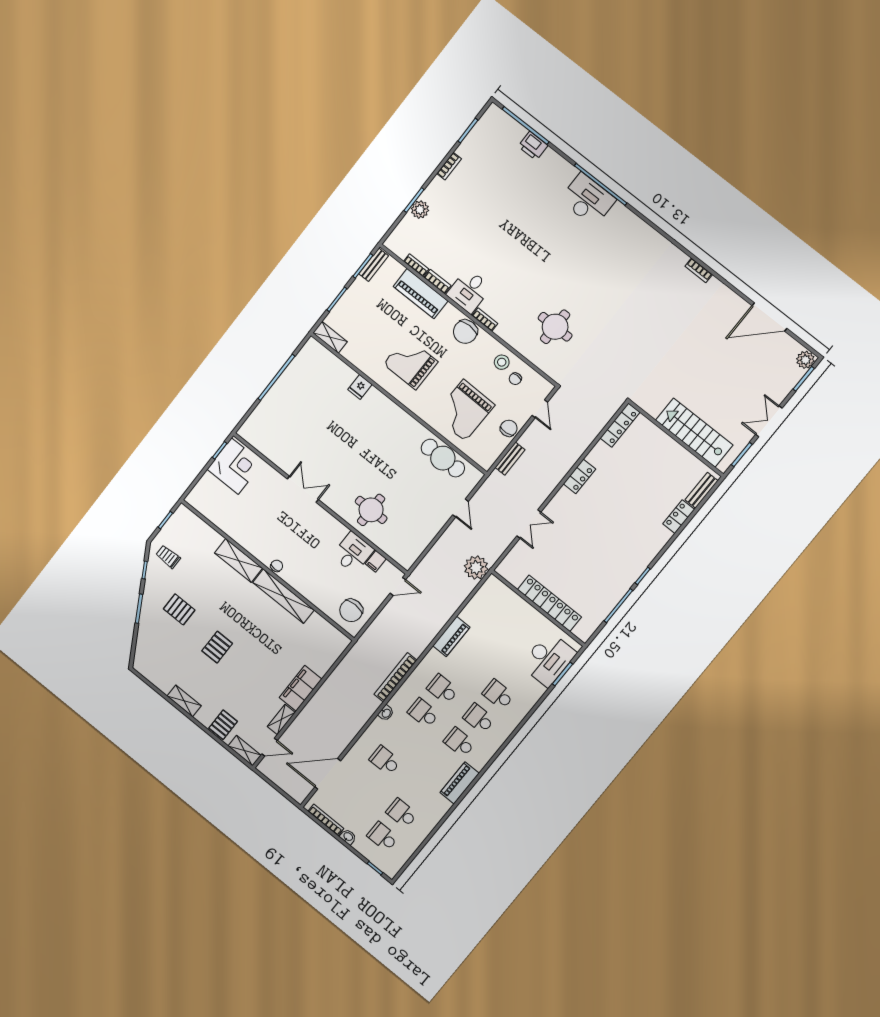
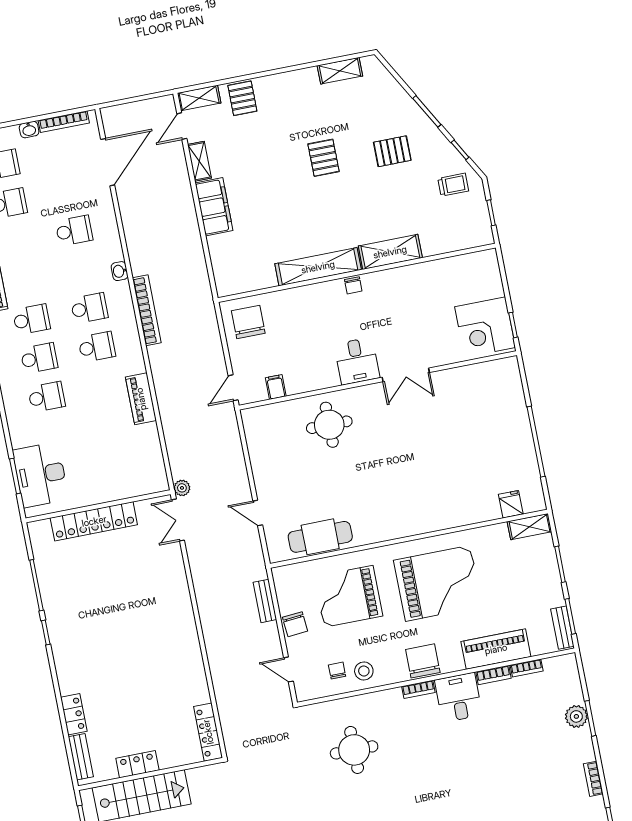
grand piano: (411, 363) -> (438, 583), width x1.37, depth x1.48
fridge: (360, 387) -> (511, 504), moved
grand piano: (464, 410) -> (349, 596), turned -91
locker: (579, 476) -> (137, 764), moved, turned 90
double door: (529, 524) -> (178, 520), moved
desk: (353, 553) -> (357, 361), moved
plant: (476, 568) -> (182, 488), width x0.53, depth x0.53
shelving: (184, 701) -> (340, 71), moved

